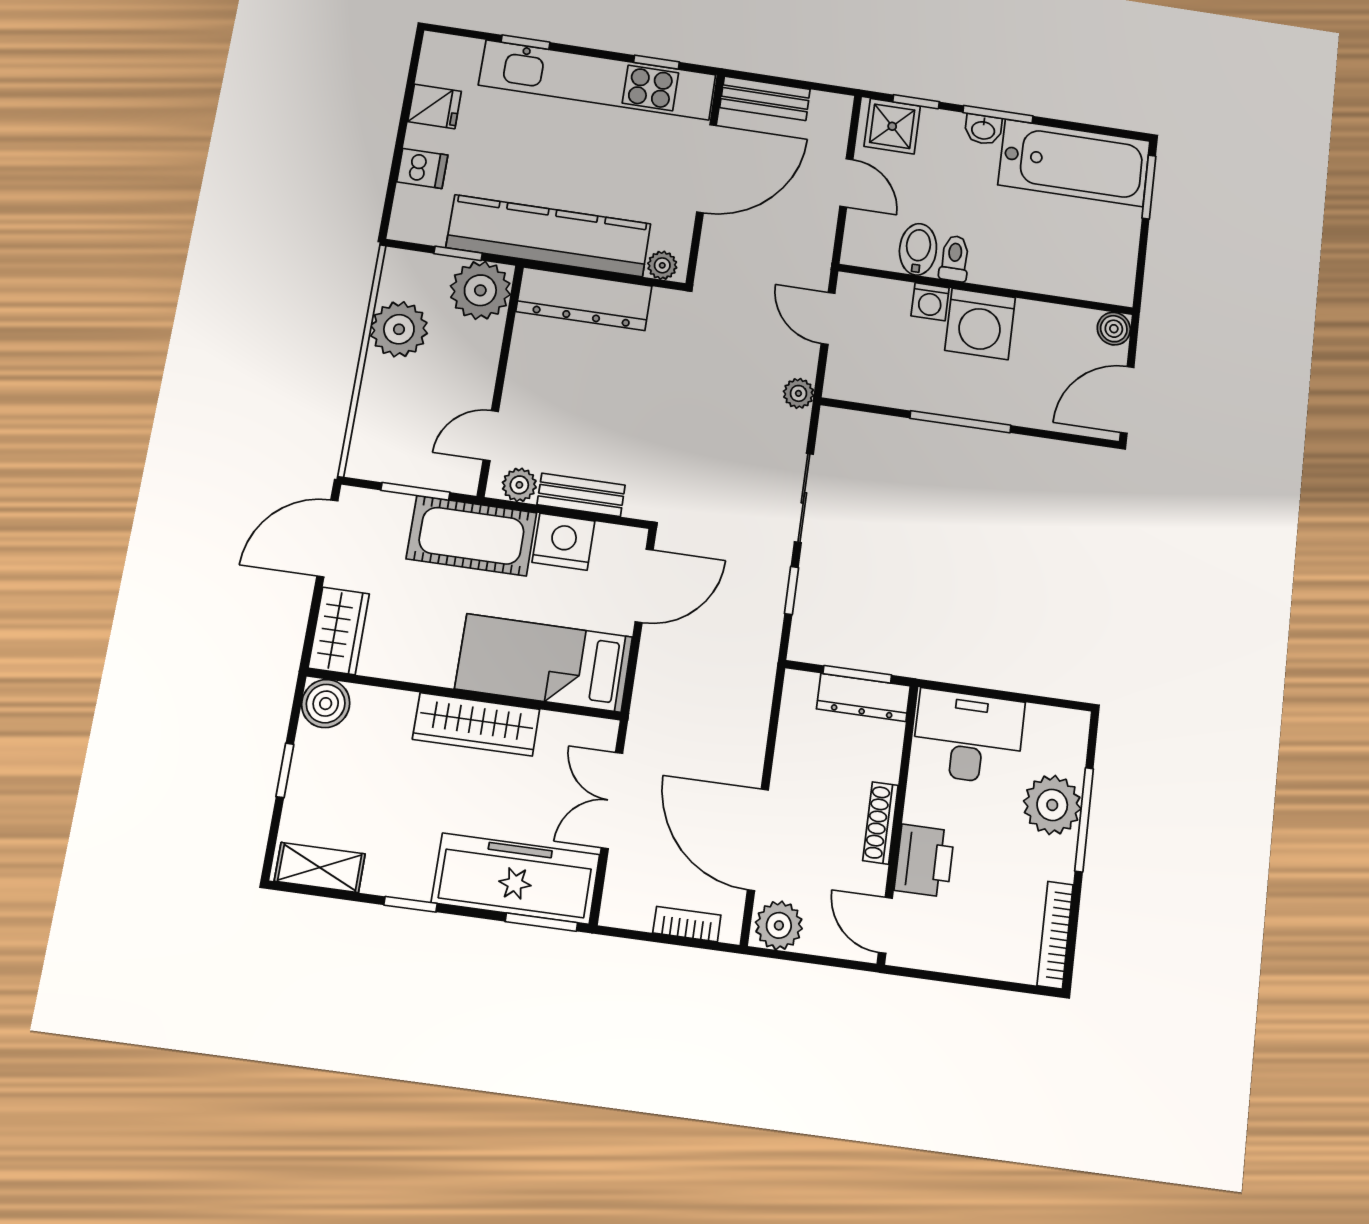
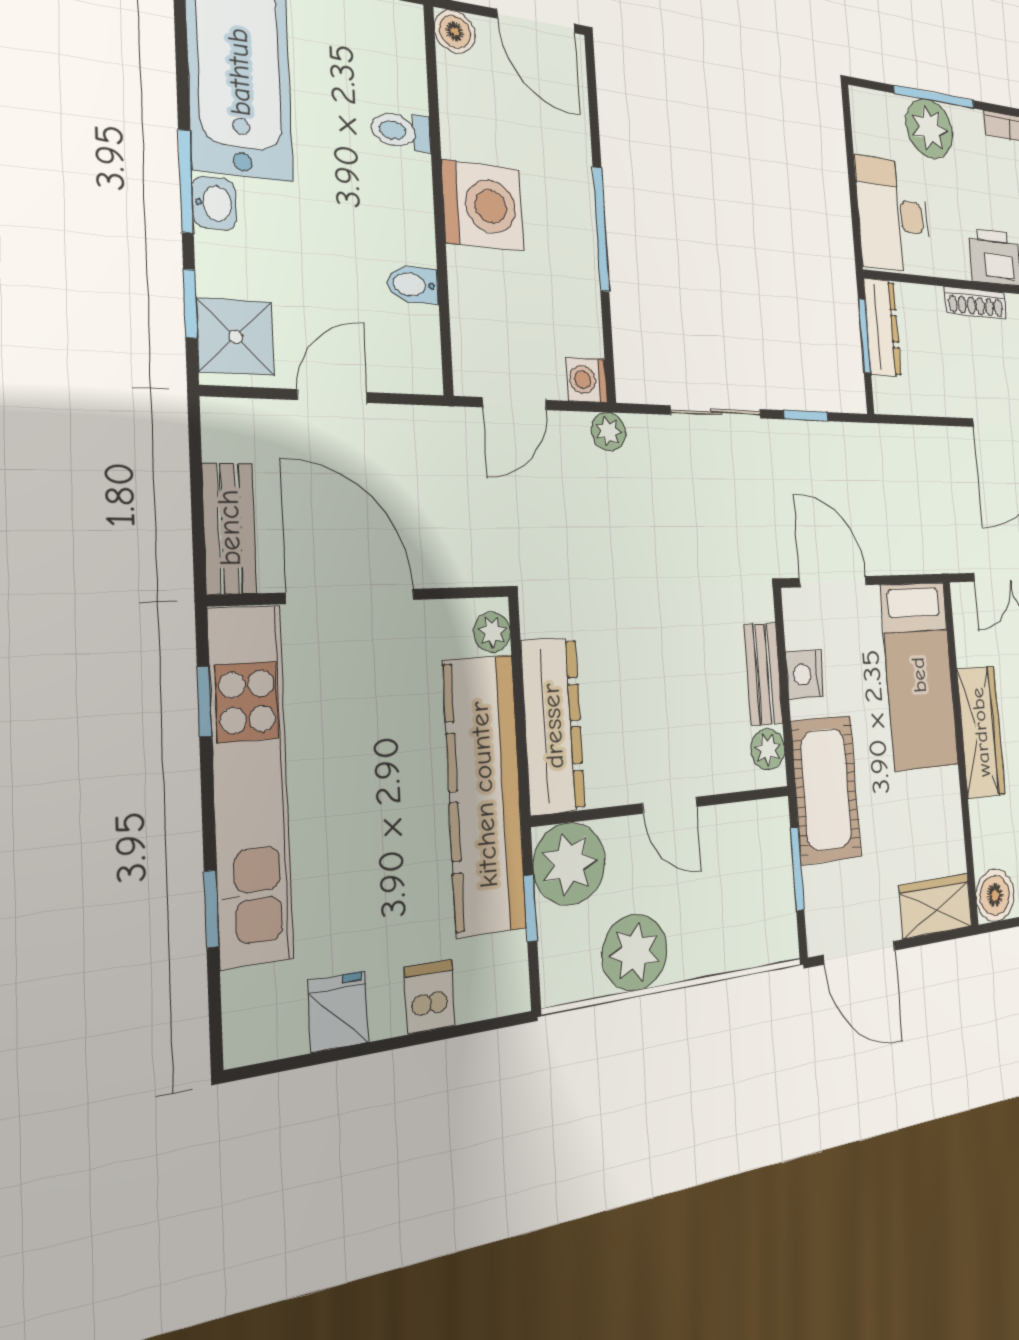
bidet: (918, 249) -> (413, 285), width x0.72, depth x0.74
toilet: (955, 258) -> (401, 131), moved
washing machine: (930, 302) -> (587, 380), moved, turned 180
door: (491, 436) -> (670, 805), moved
nightstand: (563, 542) -> (805, 674), width x0.74, depth x0.75

